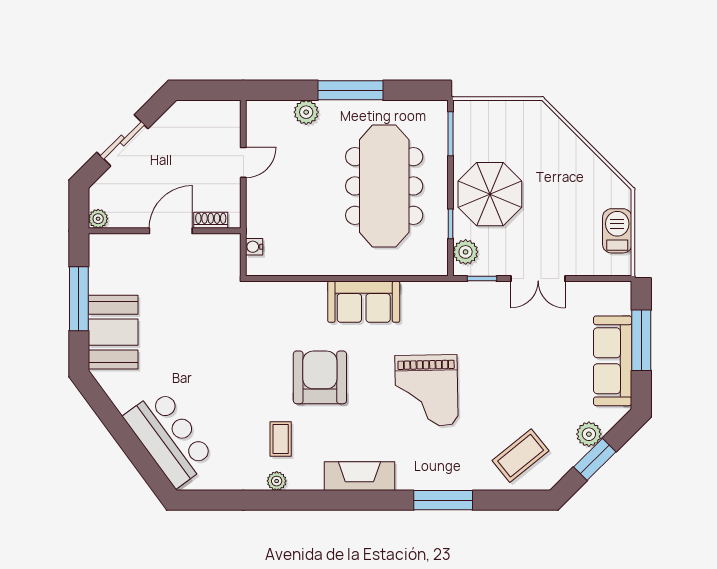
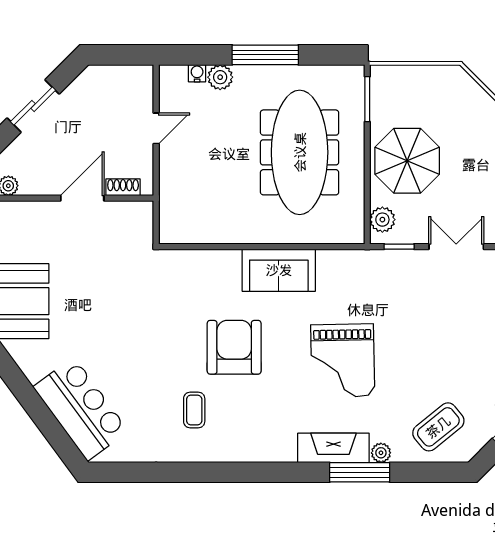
window: (451, 224) -> (367, 191), removed
water cooler: (254, 247) -> (197, 73), moved, turned 90
double door: (538, 279) -> (456, 247), swing flipped
fireplace: (359, 476) -> (333, 448), moved
plant: (277, 481) -> (381, 453), moved

